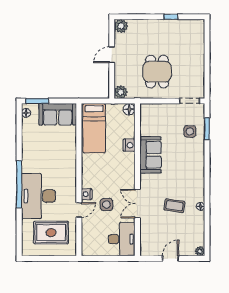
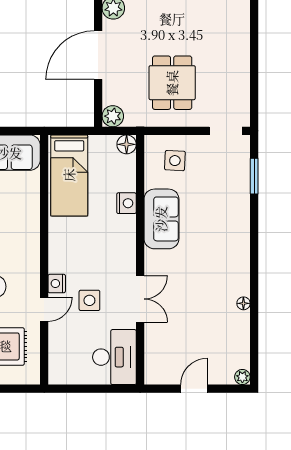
door: (112, 55) -> (98, 55), width x1.88
side table: (190, 131) -> (175, 161), moved
double door: (137, 204) -> (140, 299), swing flipped
coffee table: (174, 206) -> (201, 302), removed

